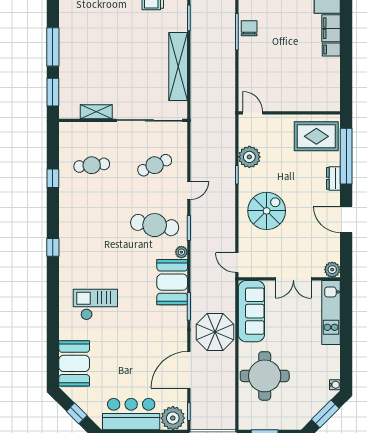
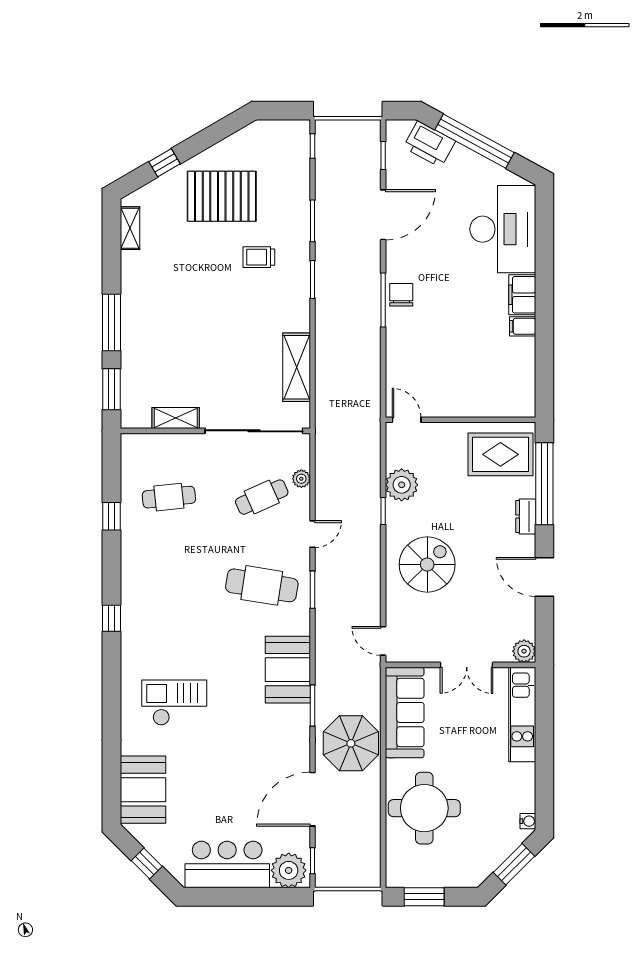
shelving: (178, 66) -> (297, 367), width x0.68
plant: (181, 252) -> (301, 479), moved

